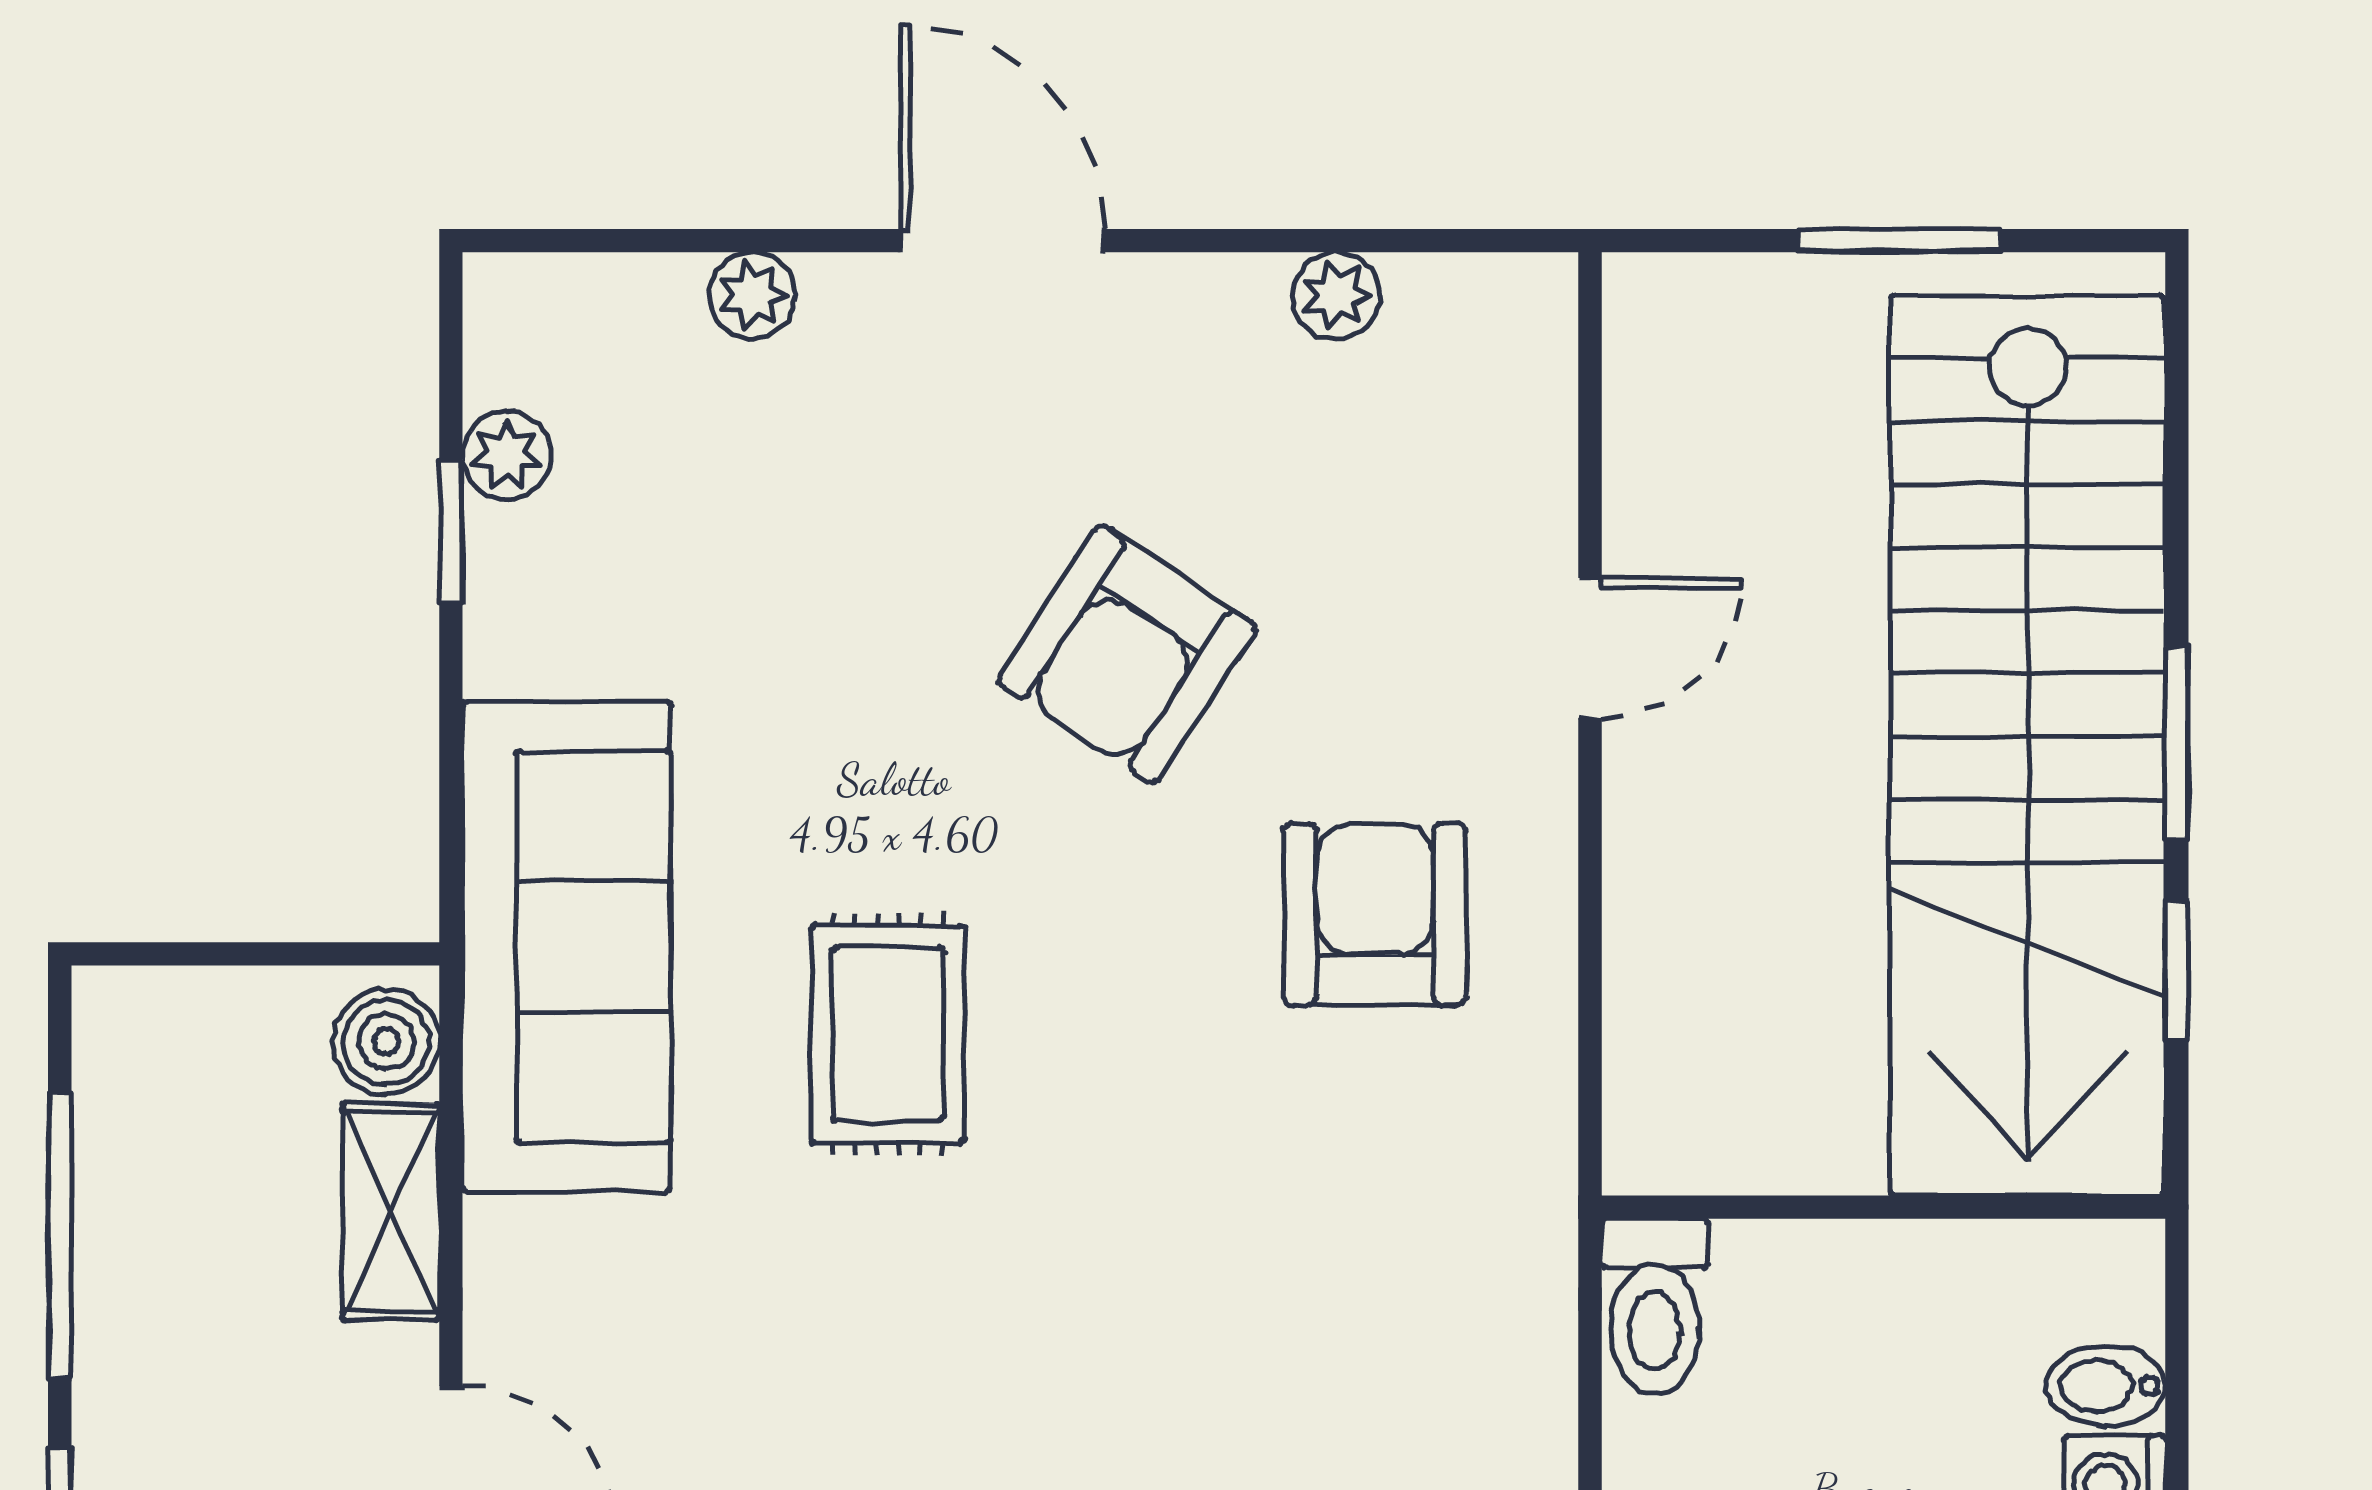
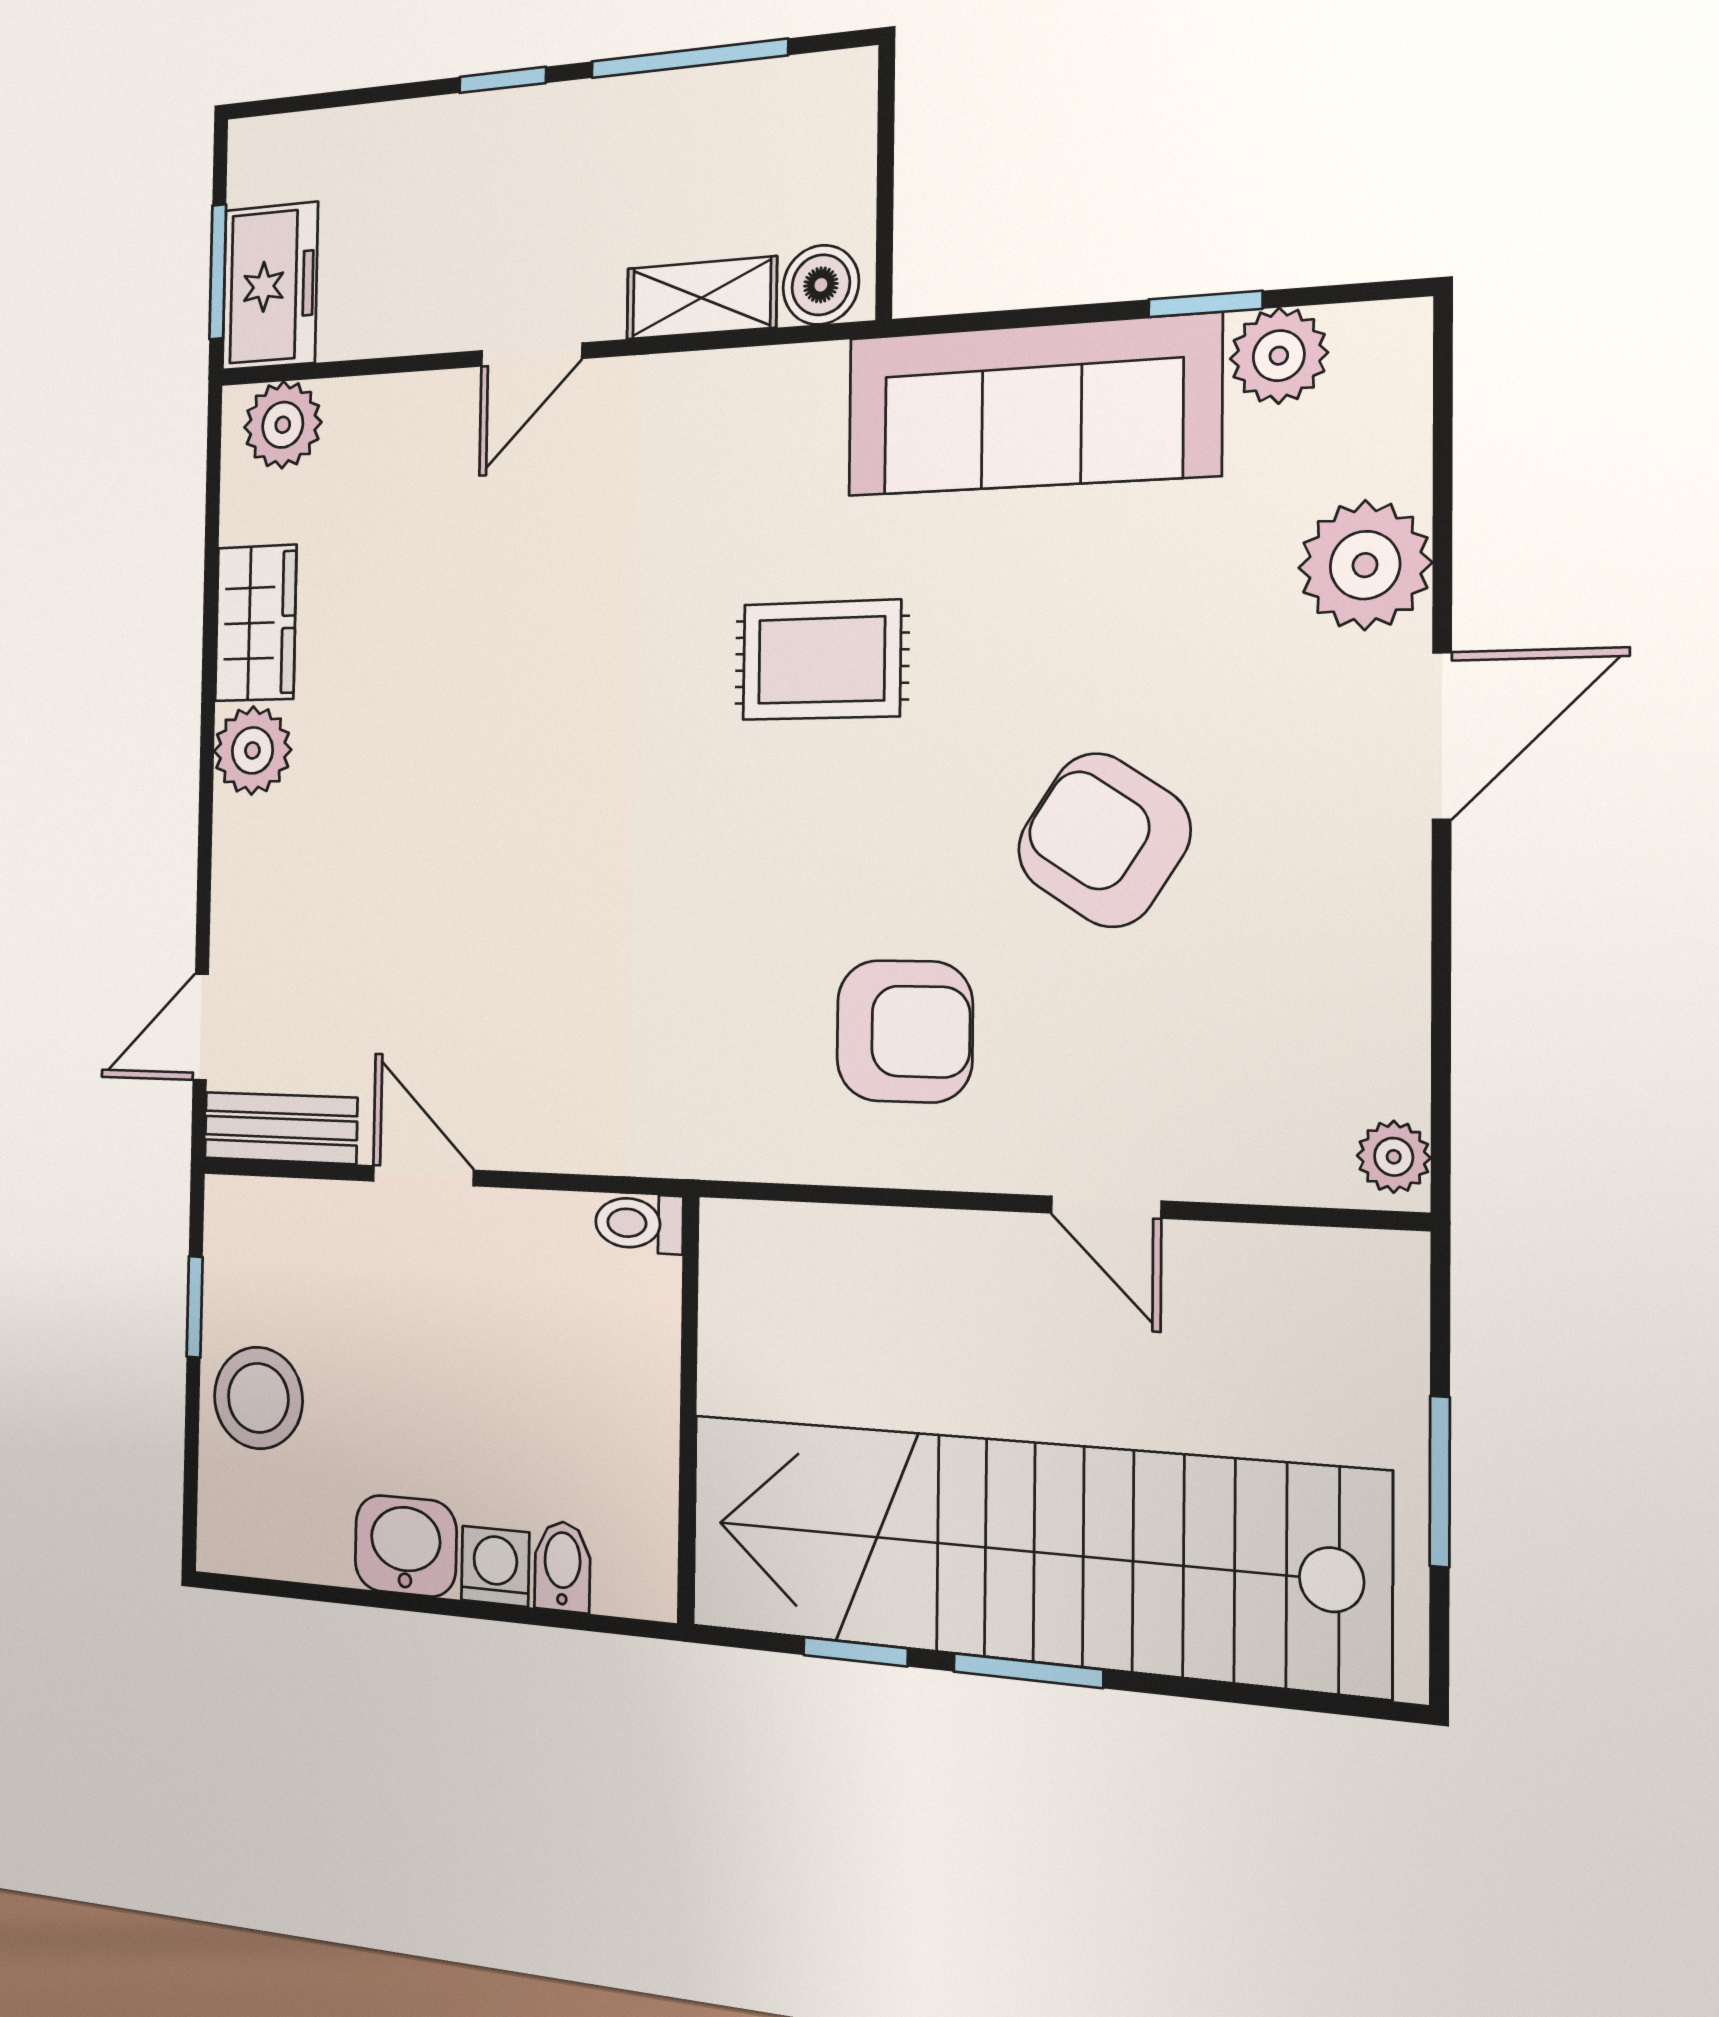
plant: (753, 295) -> (1365, 565), width x1.87, depth x1.87
plant: (1336, 296) -> (1394, 1157), moved
plant: (506, 455) -> (1279, 356), width x1.38, depth x1.38
sofa: (567, 946) -> (1031, 406), moved
toilet: (1655, 1306) -> (639, 1223), width x0.73, depth x0.72

